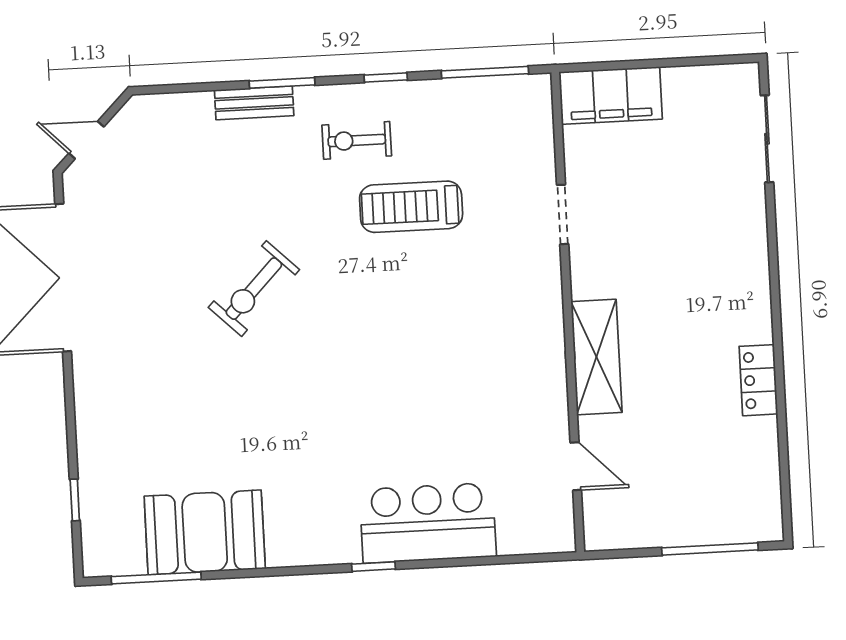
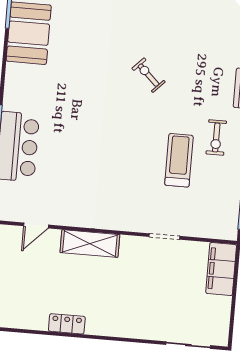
exercise bike: (357, 140) -> (216, 137), turned 180
exercise bike: (254, 289) -> (149, 75), width x0.73, depth x0.72

